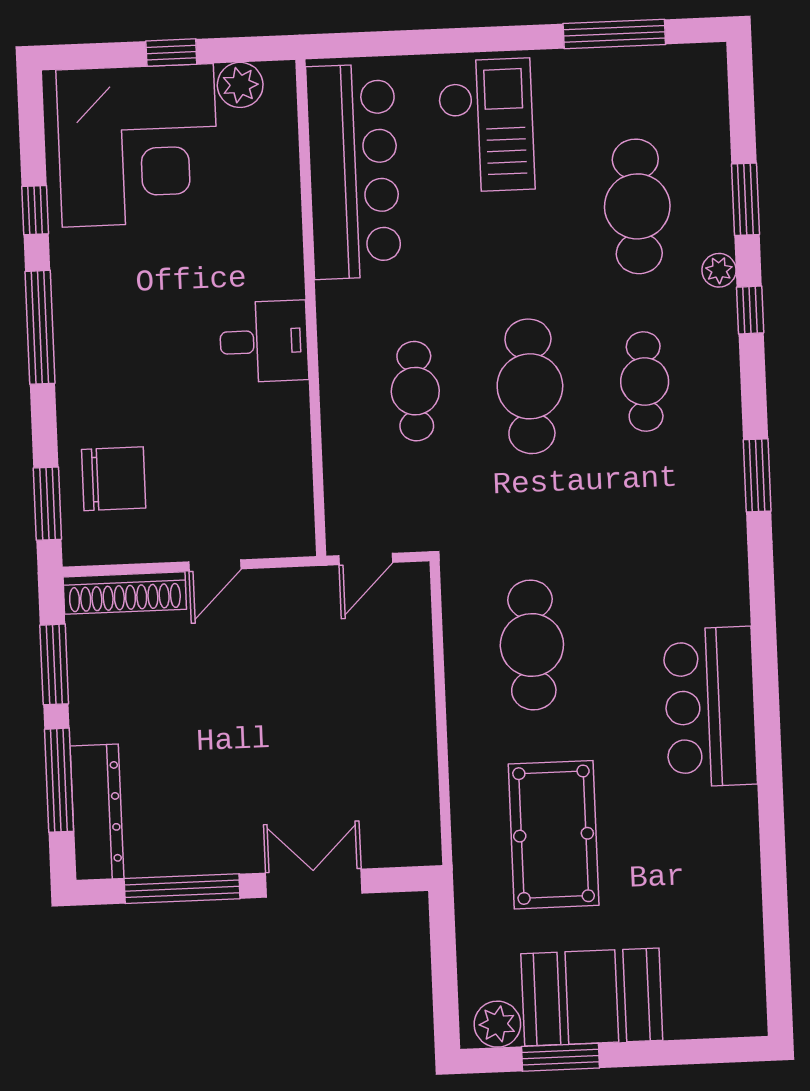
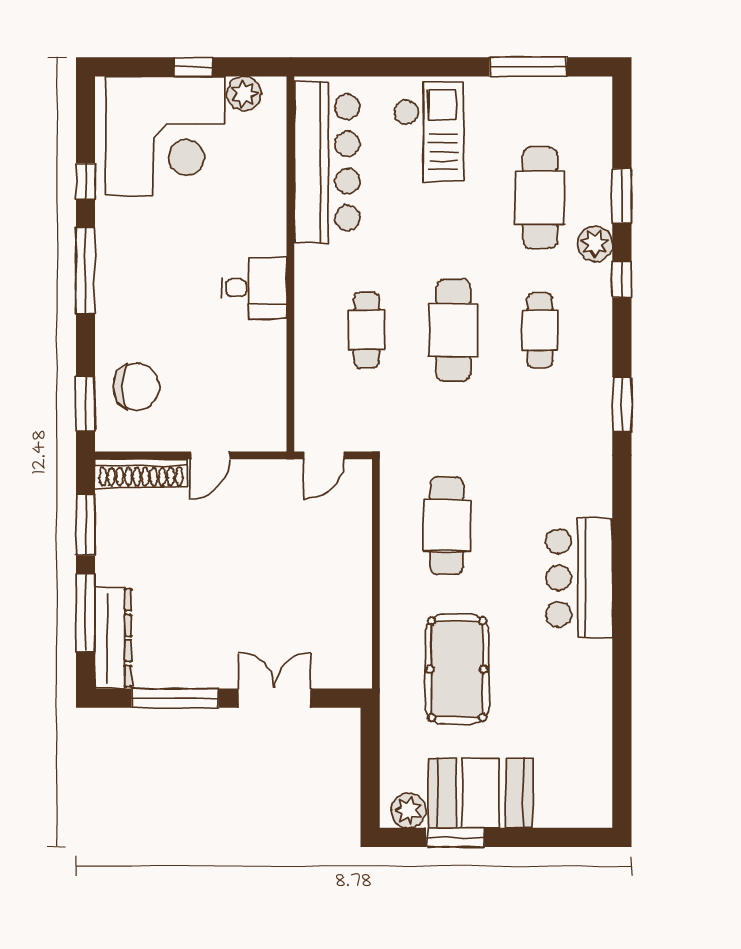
plant: (719, 270) -> (595, 244), width x1.38, depth x1.38

